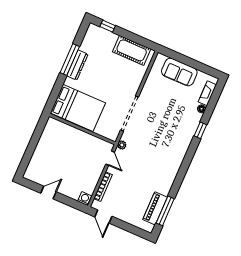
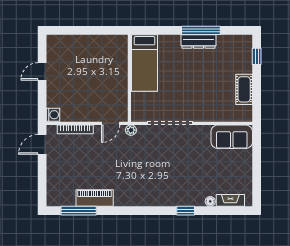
cot: (132, 50) -> (244, 89), width x0.73, depth x0.75
sofa: (179, 72) -> (232, 137), moved, turned -90
bed: (78, 108) -> (145, 63), width x0.67
door: (48, 193) -> (42, 71), swing flipped
piano: (155, 208) -> (95, 198), moved

